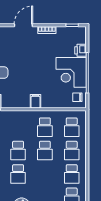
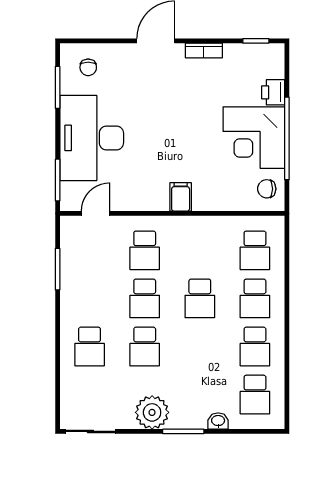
school desk: (45, 127) -> (145, 250), moved

